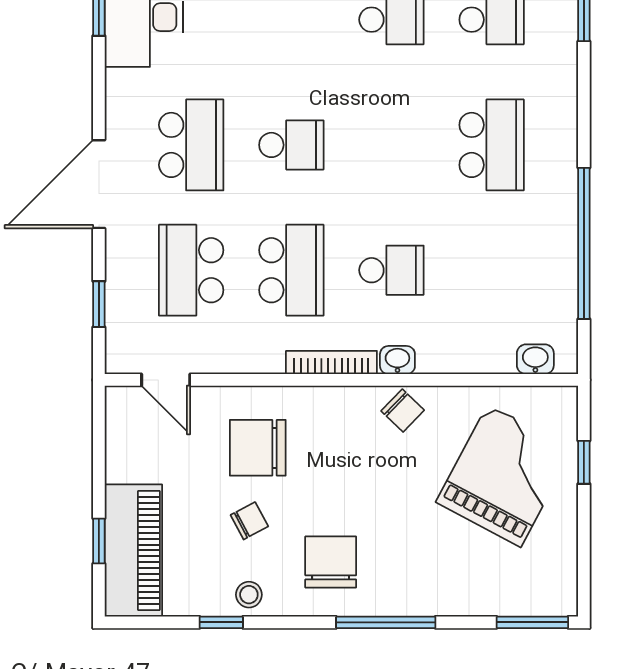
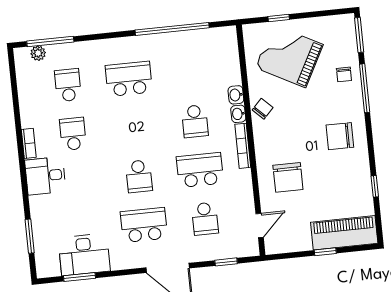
school desk: (291, 145) -> (139, 176), turned 180
school desk: (191, 270) -> (205, 219), width x0.54
school desk: (391, 270) -> (195, 121), turned 180
washbasin: (535, 359) -> (236, 95), moved
chair: (249, 521) -> (344, 74), moved, turned -152
window: (99, 541) -> (325, 252), moved
stool: (249, 595) -> (360, 174), removed
window: (386, 622) -> (365, 88), moved

